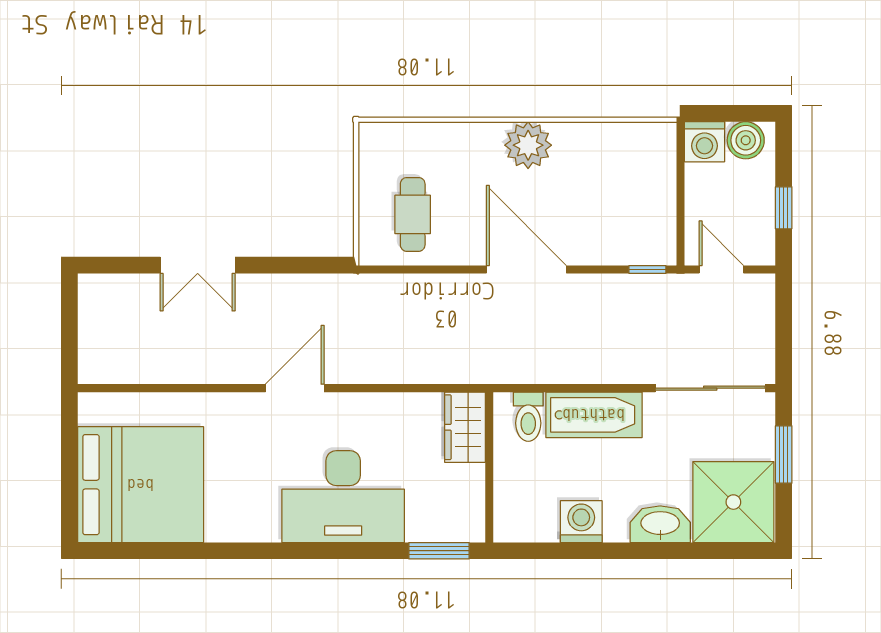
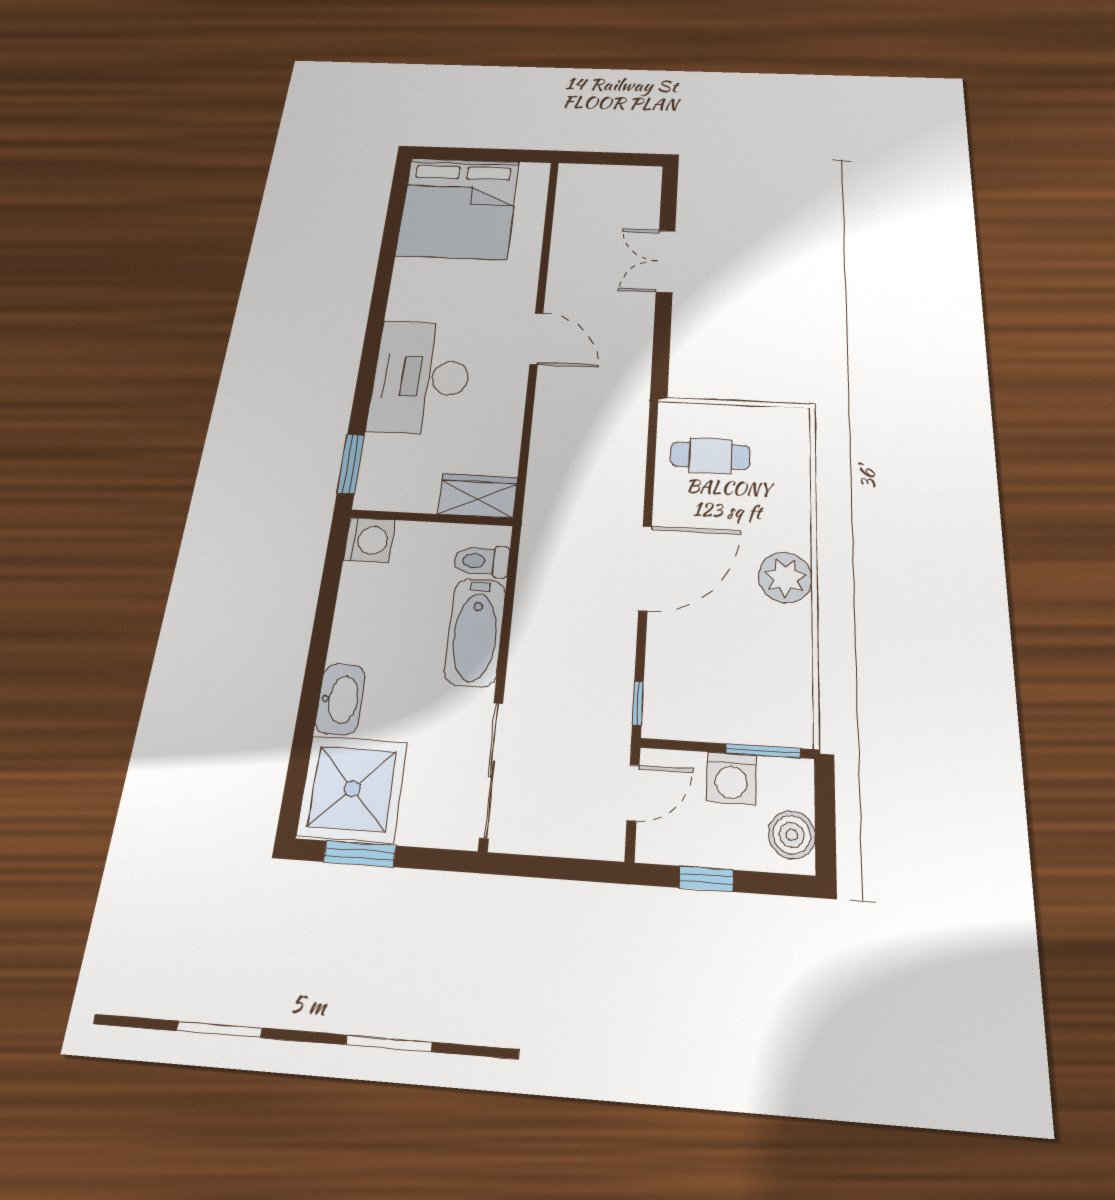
washing machine: (704, 142) -> (731, 778), moved, turned -90
window: (681, 164) -> (763, 751), added
window: (784, 454) -> (360, 854), moved
washing machine: (581, 522) -> (369, 540), moved

